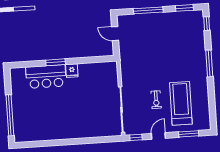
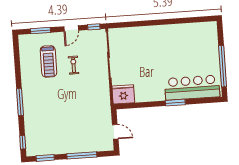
fridge: (72, 71) -> (123, 94), moved, width x1.88, depth x1.34
bar counter: (46, 77) -> (192, 88), width x1.36
treadmill: (181, 103) -> (48, 61), width x0.73, depth x0.73
window: (10, 115) -> (223, 66), moved

